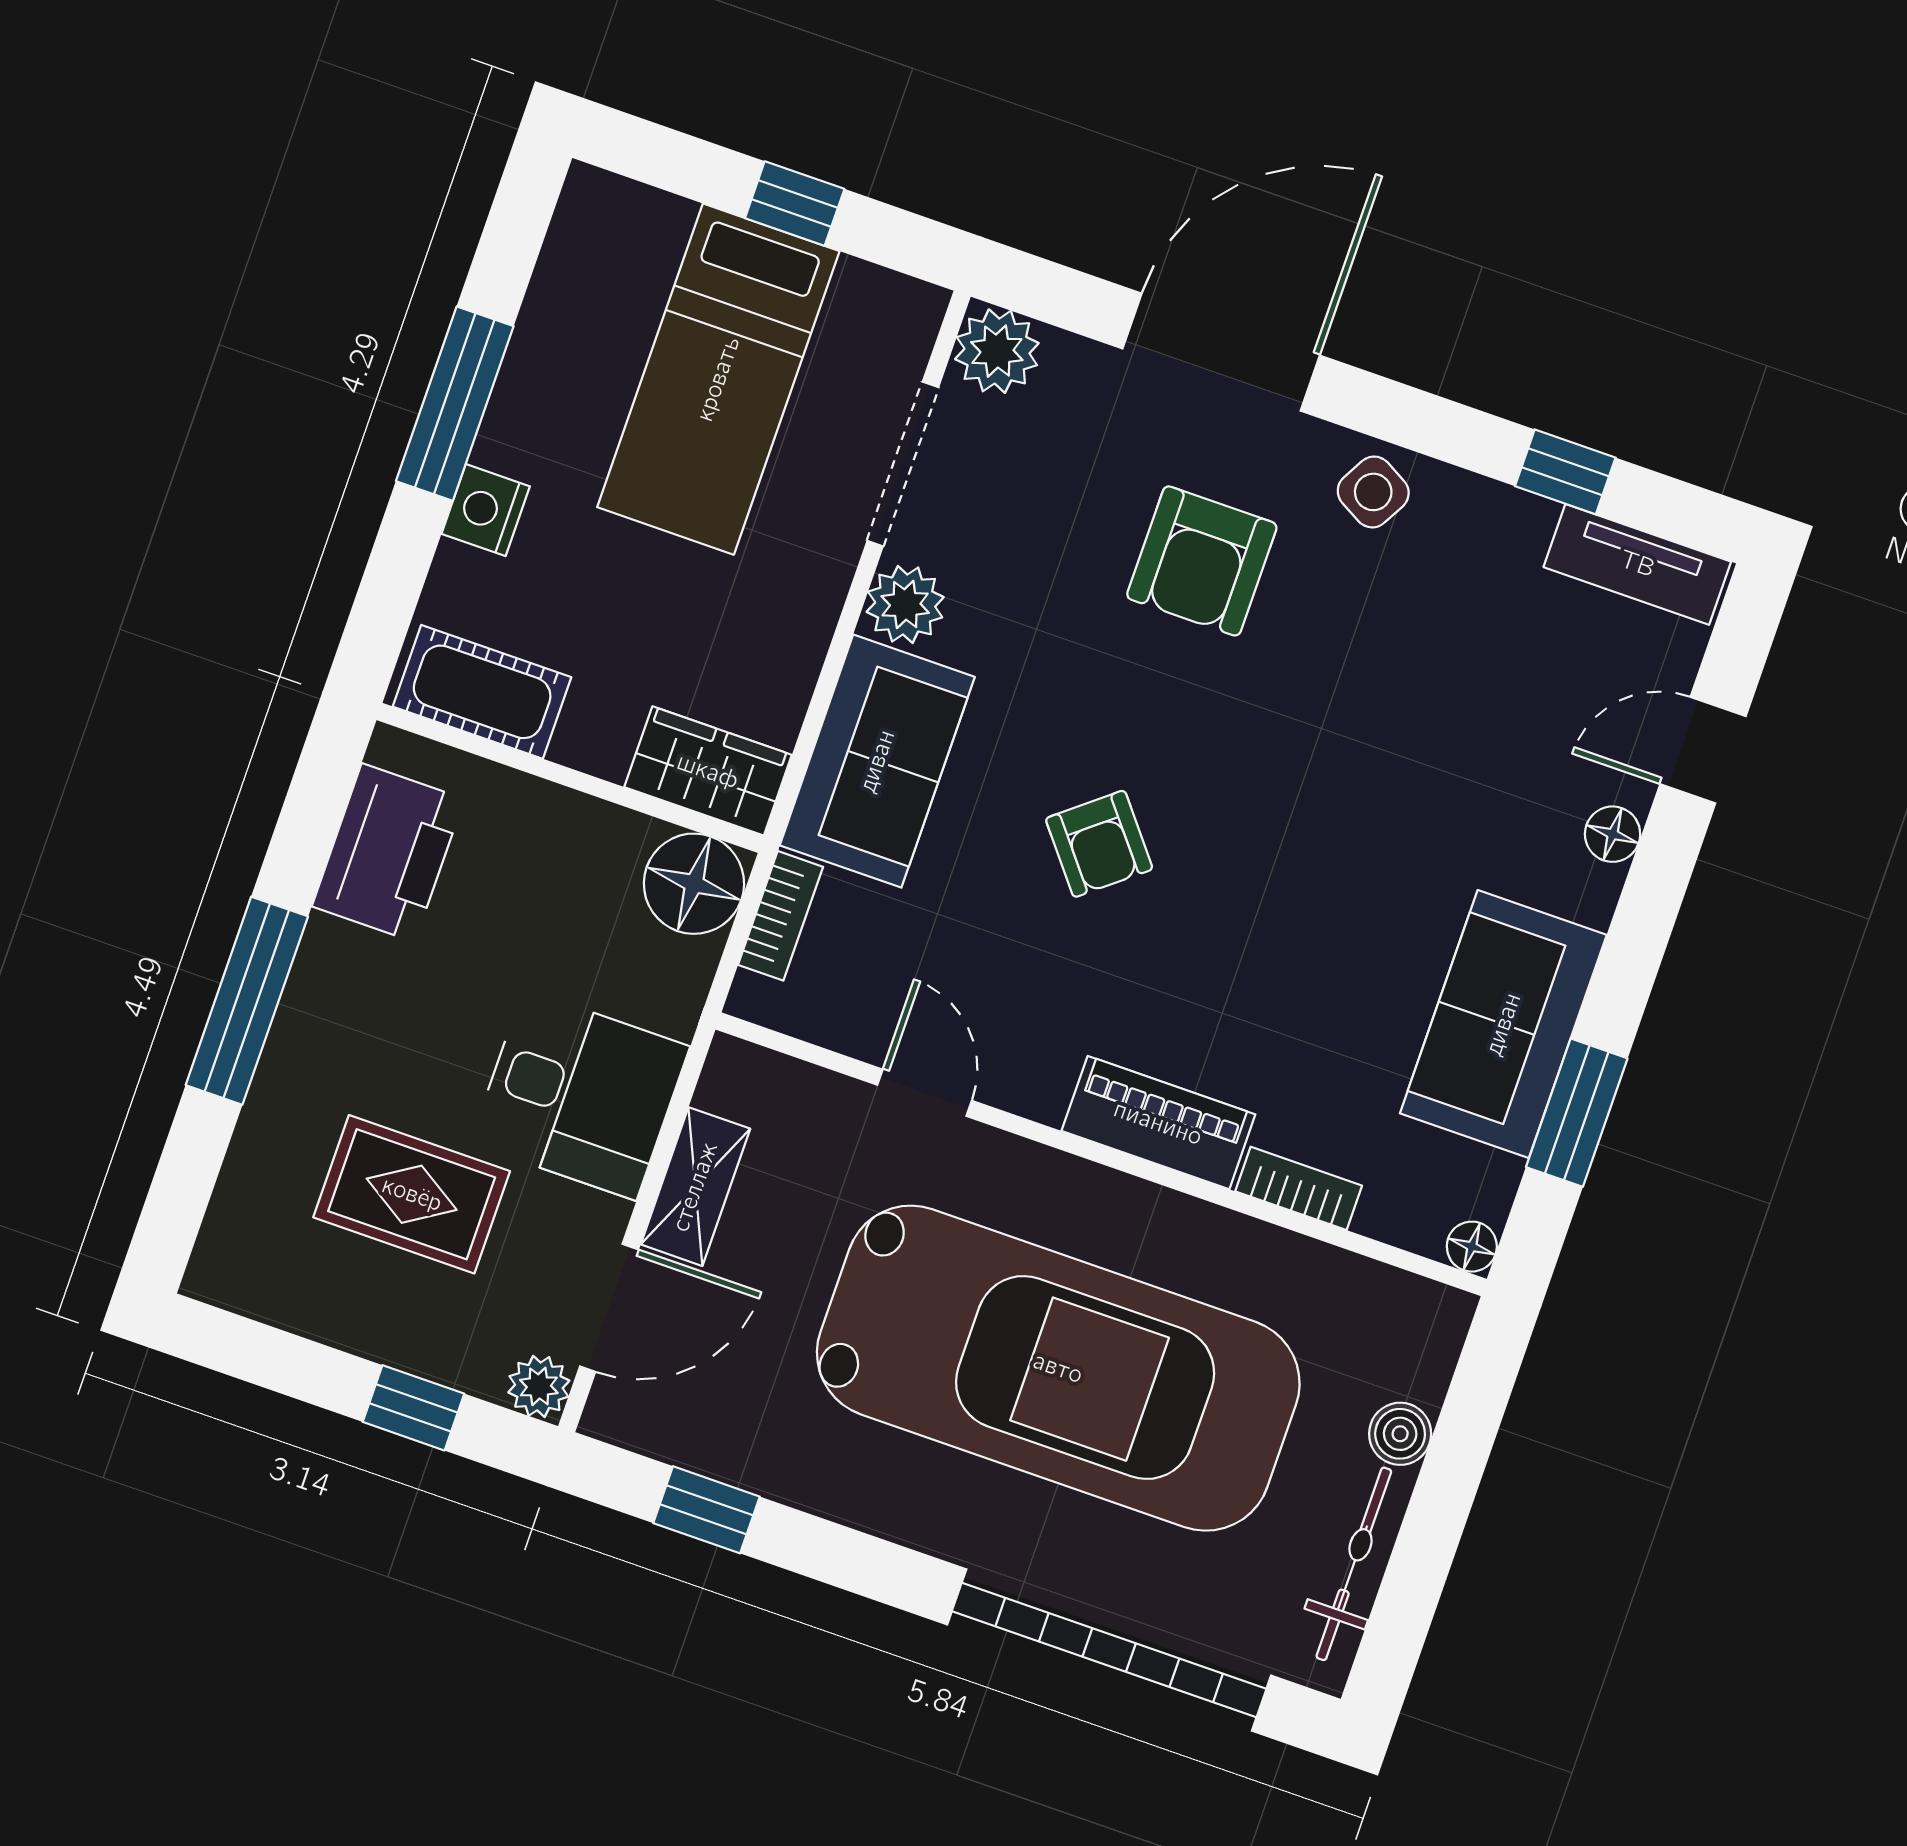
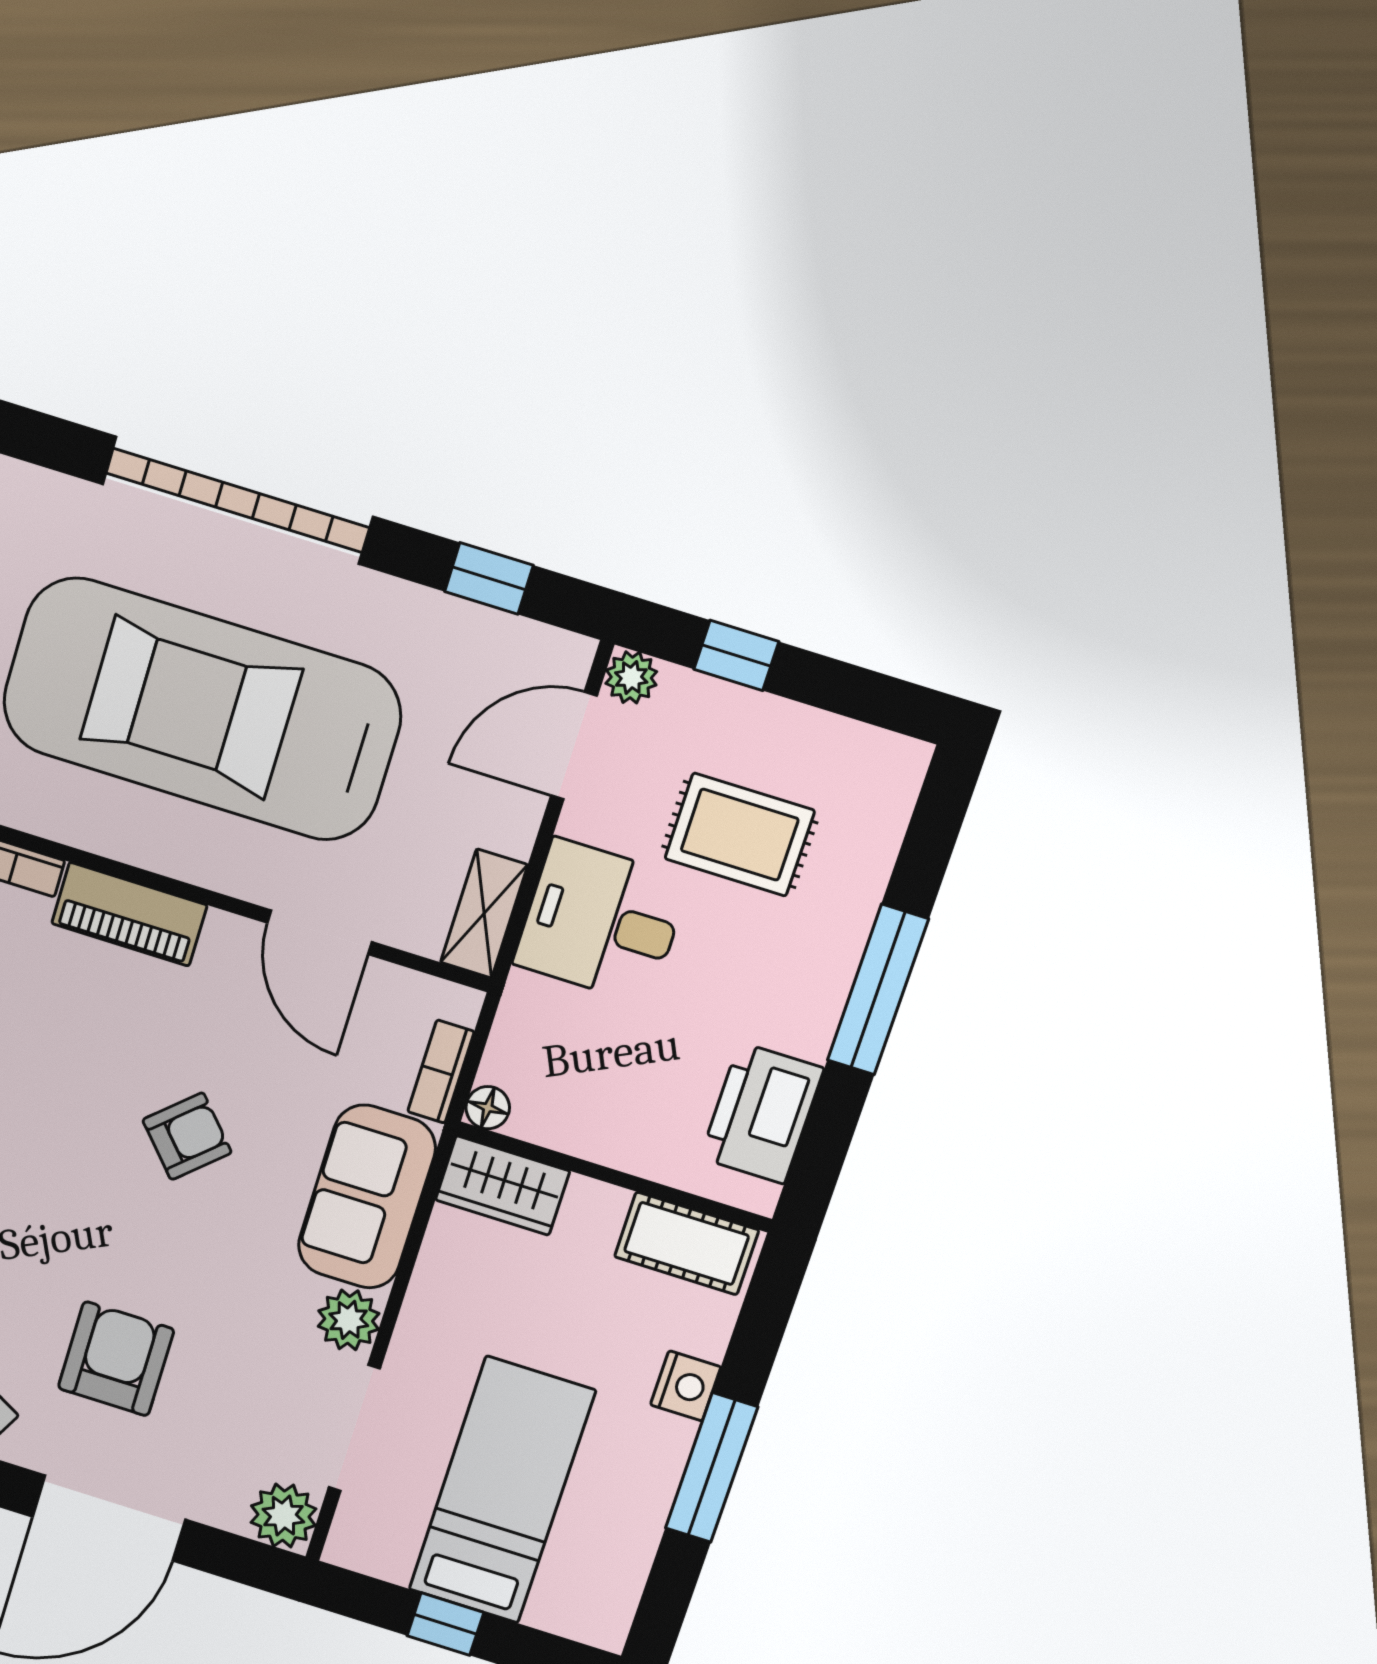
armchair: (1099, 844) -> (187, 1136), turned 87
floor lamp: (694, 884) -> (488, 1108), width x0.53, depth x0.53
door: (924, 1093) -> (320, 932), width x1.38
shelving: (695, 1187) -> (484, 914), moved
garage door: (1109, 1650) -> (238, 500), moved

